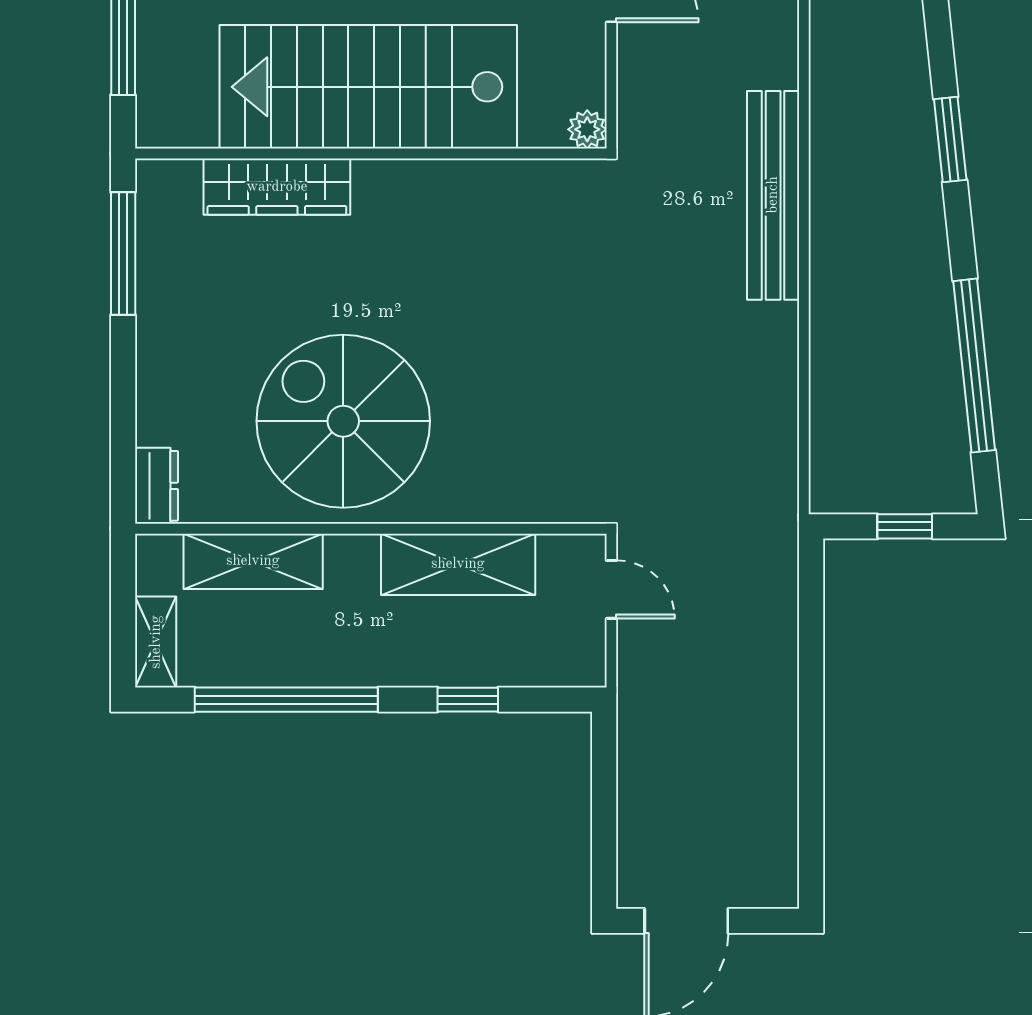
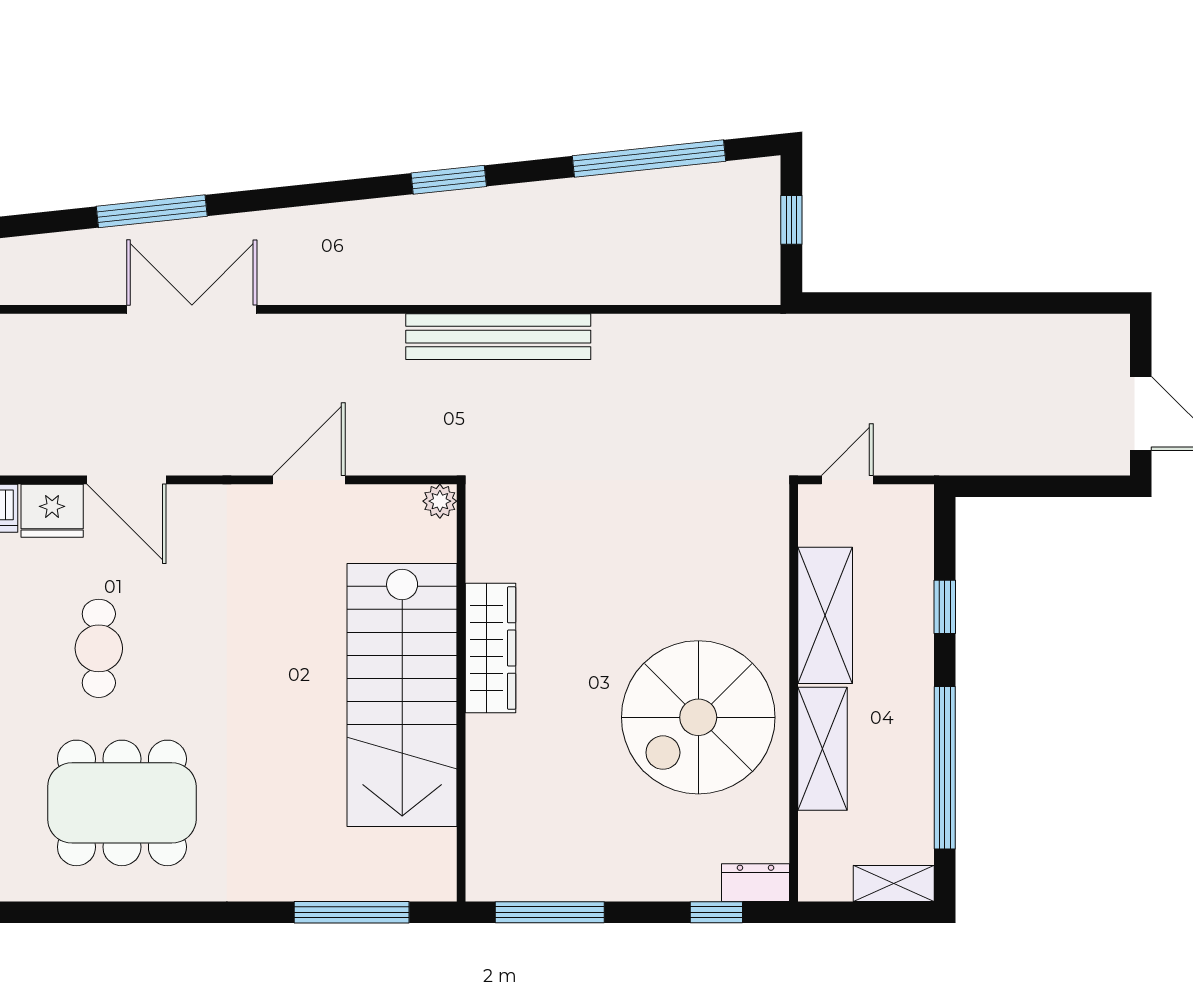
wardrobe: (277, 187) -> (491, 648), moved
window: (123, 442) -> (716, 912), added
shelving: (253, 561) -> (822, 749), moved

